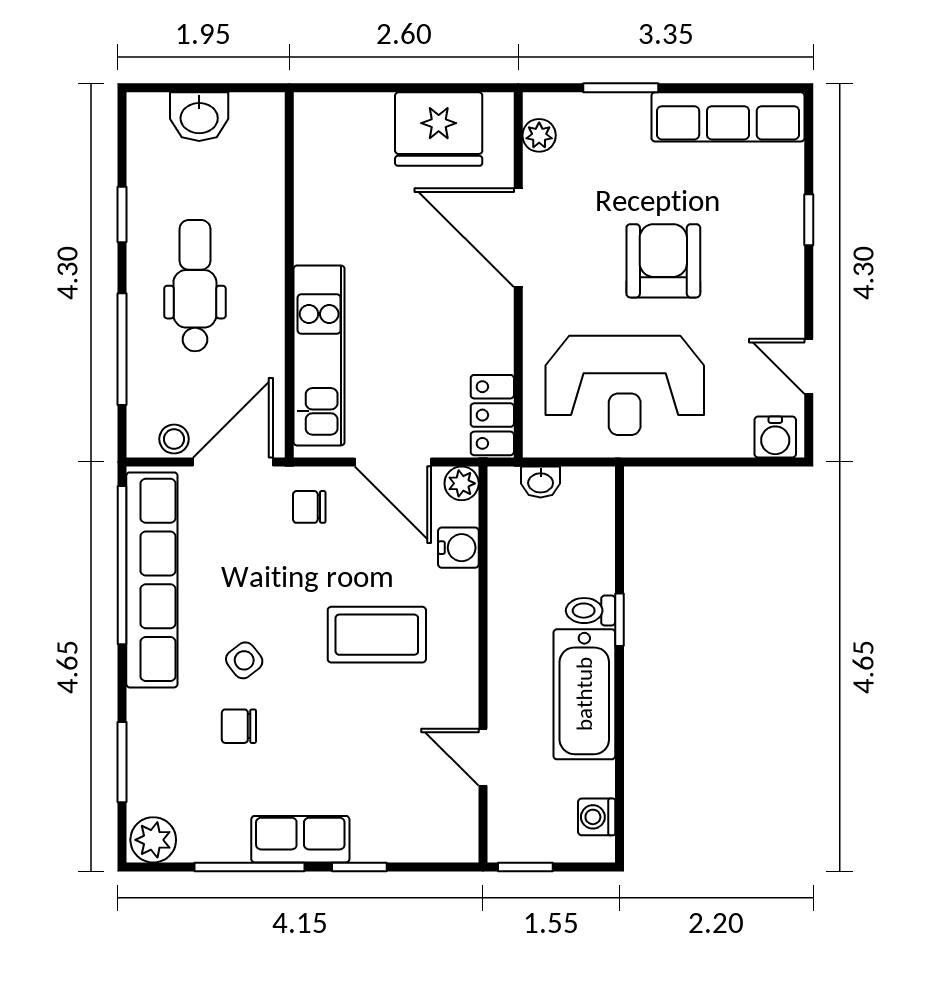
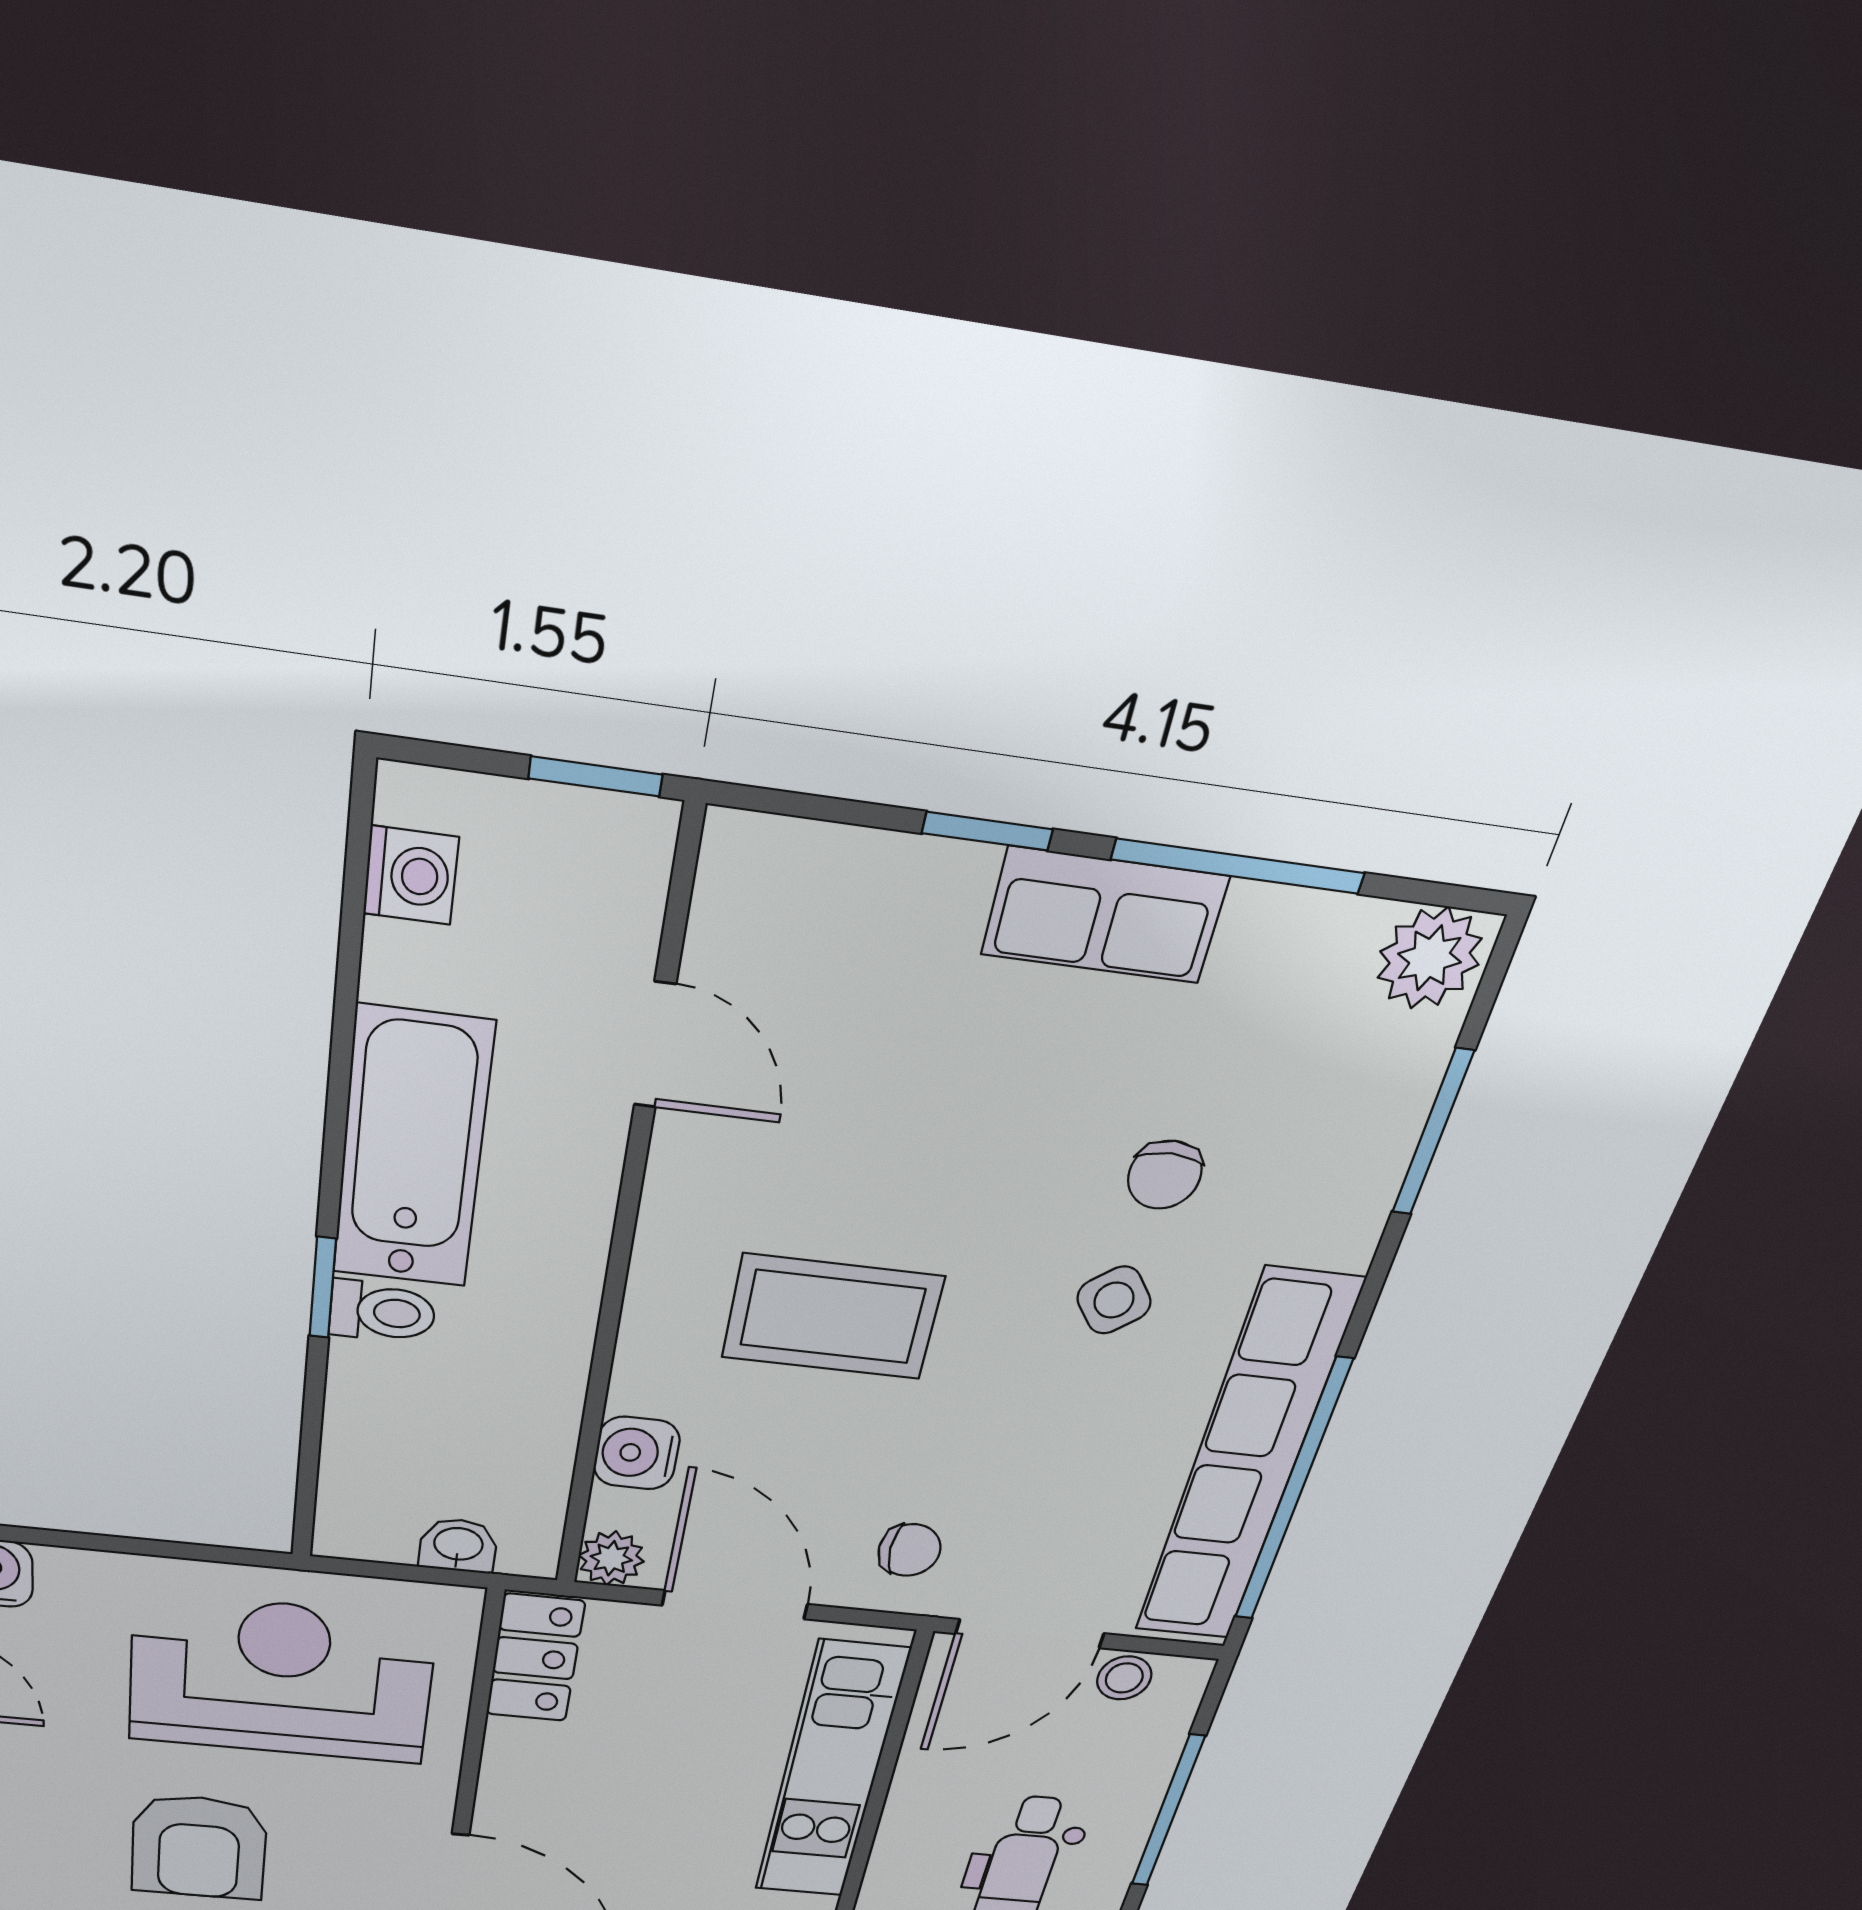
chair: (239, 726) -> (1165, 1175), turned 90

